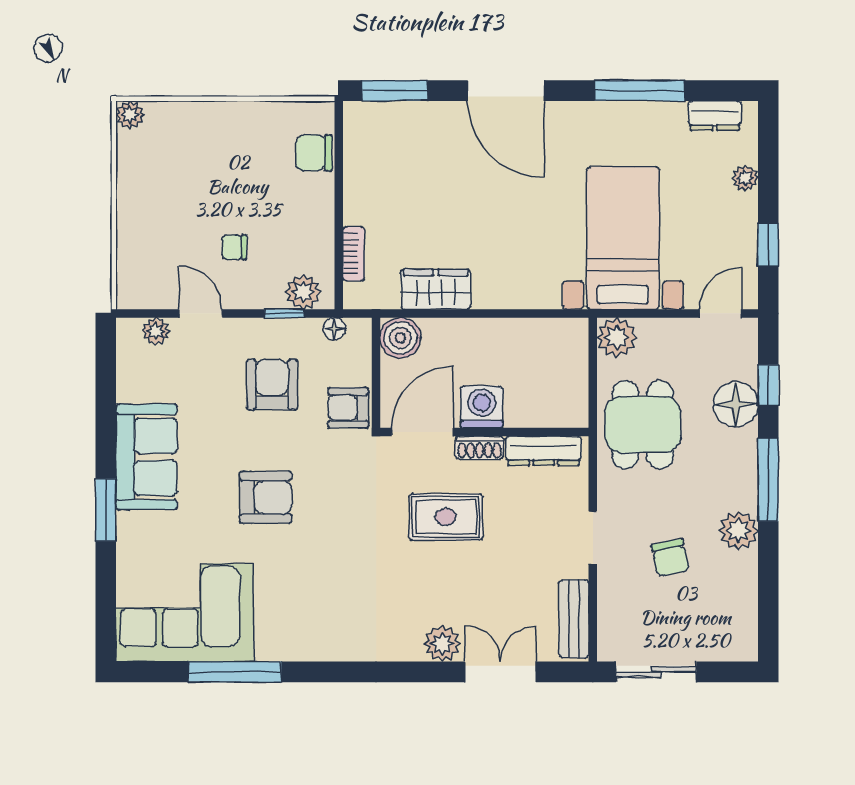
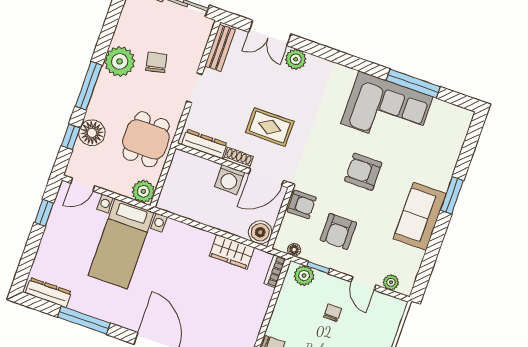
dresser: (715, 116) -> (48, 292), width x1.44
plant: (745, 178) -> (44, 253), removed
chair: (234, 247) -> (333, 313), turned -90
bookcase: (354, 254) -> (275, 271), moved
plant: (738, 531) -> (120, 61), width x1.36, depth x1.36
corner sofa: (185, 613) -> (387, 110), moved

